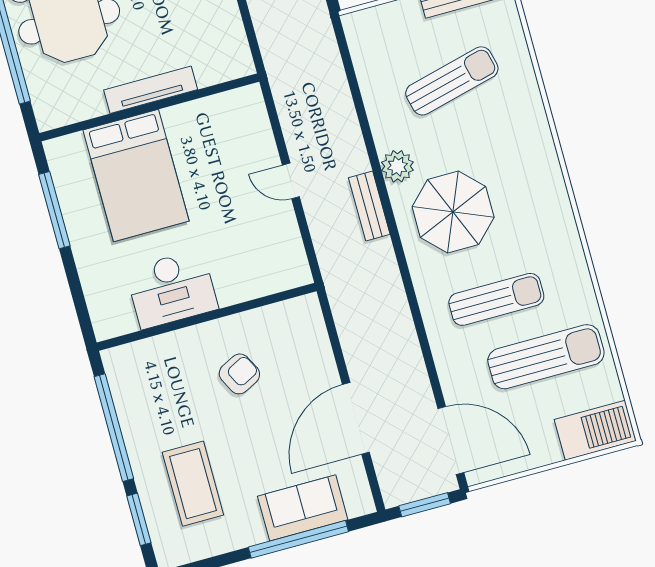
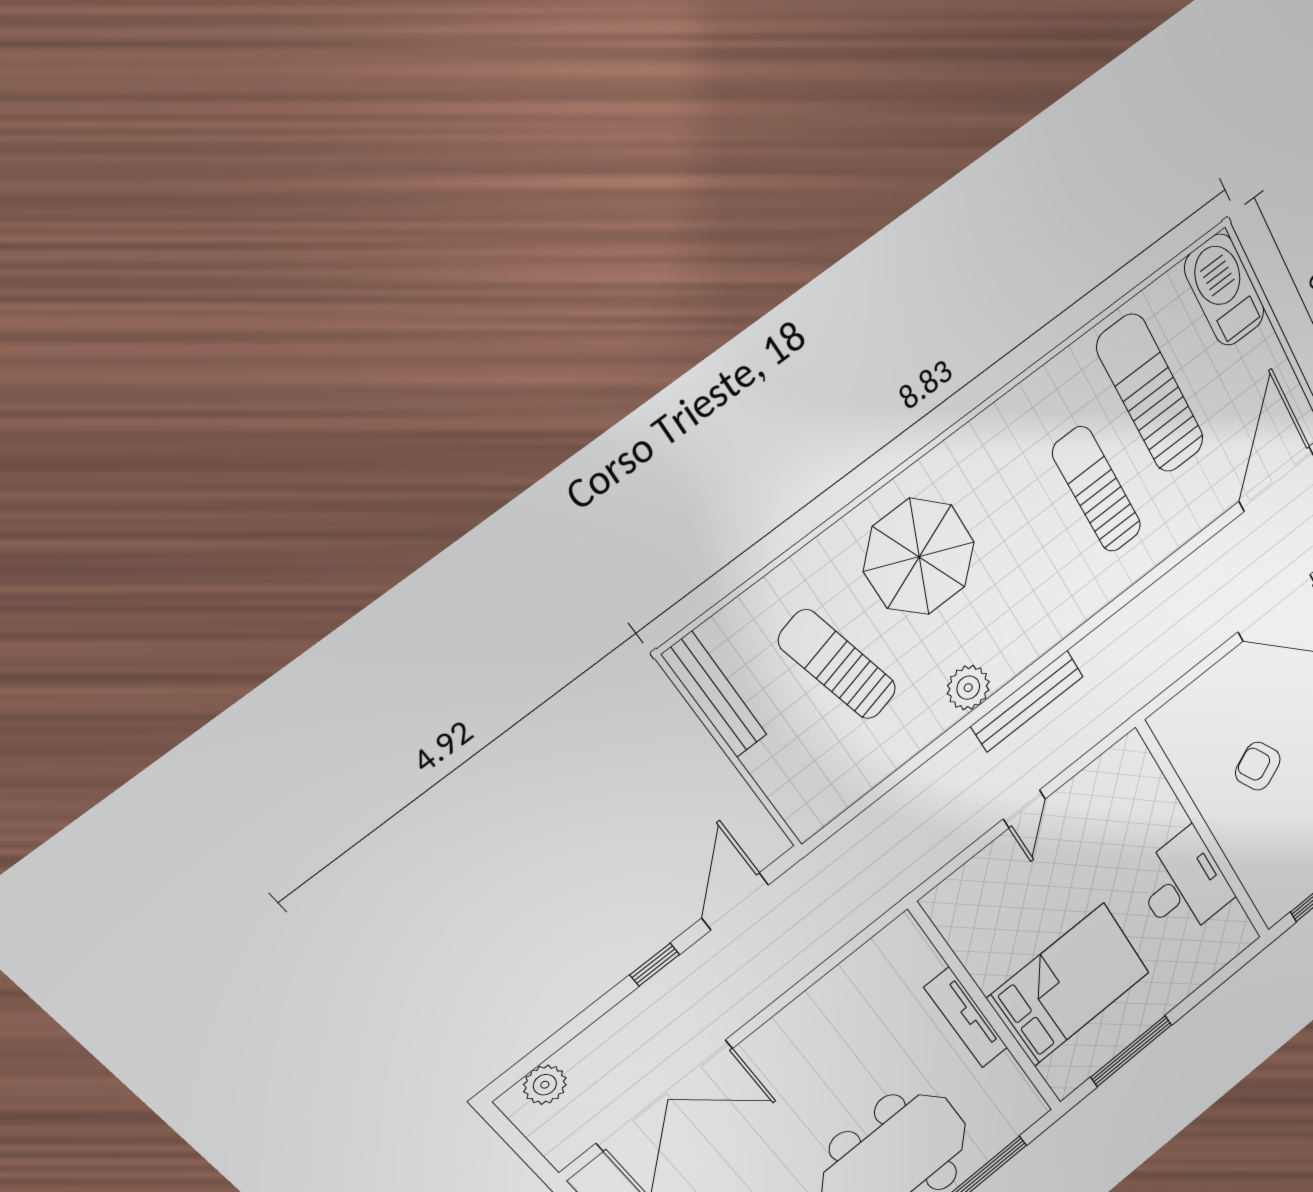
bench: (369, 206) -> (1027, 701), width x1.36
parasol: (453, 212) -> (919, 557), moved

